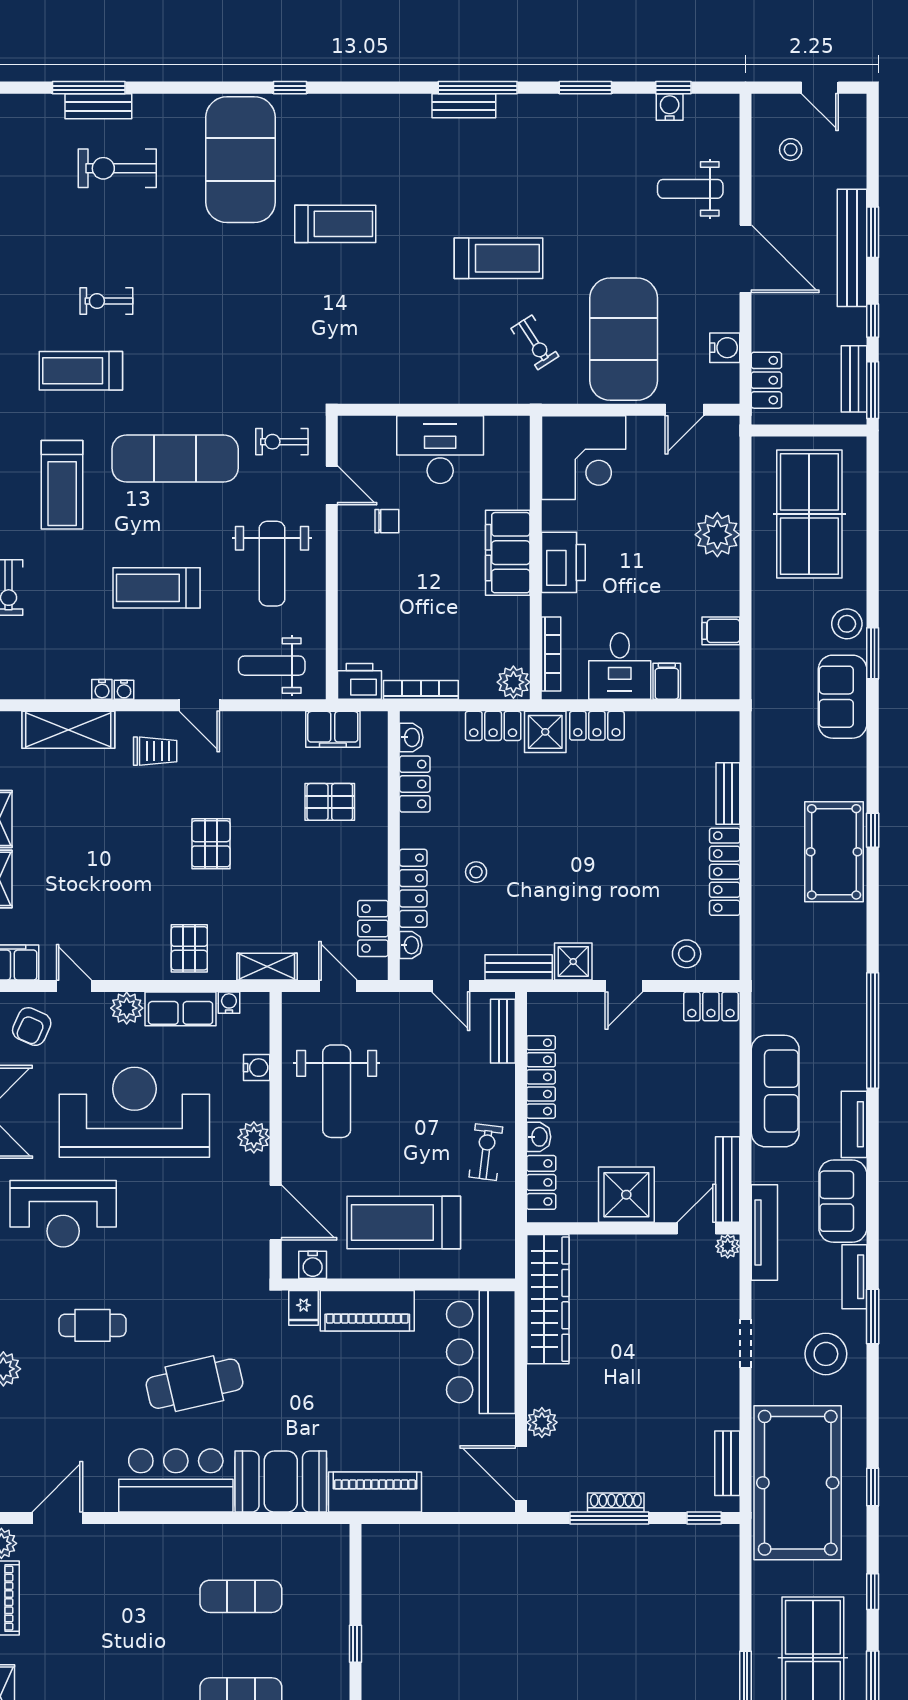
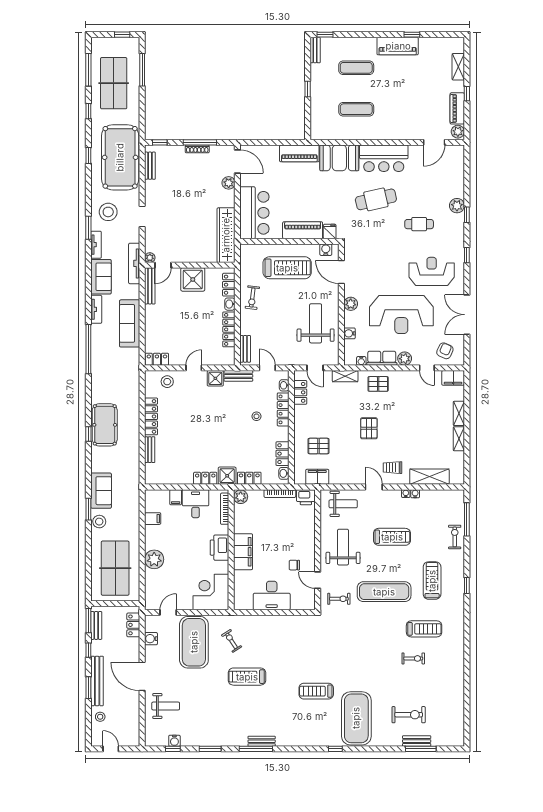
stool: (791, 150) -> (100, 717), moved
pallet: (189, 948) -> (378, 384), turned 90

